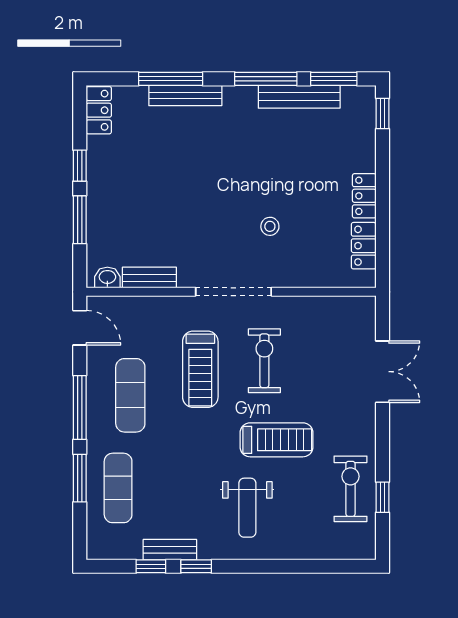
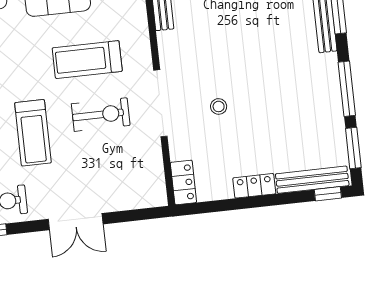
bench: (299, 97) -> (312, 180), moved, turned 90
locker: (364, 246) -> (183, 182), moved, turned 90
doorway: (233, 292) -> (160, 103), moved
double door: (382, 372) -> (76, 222), moved

